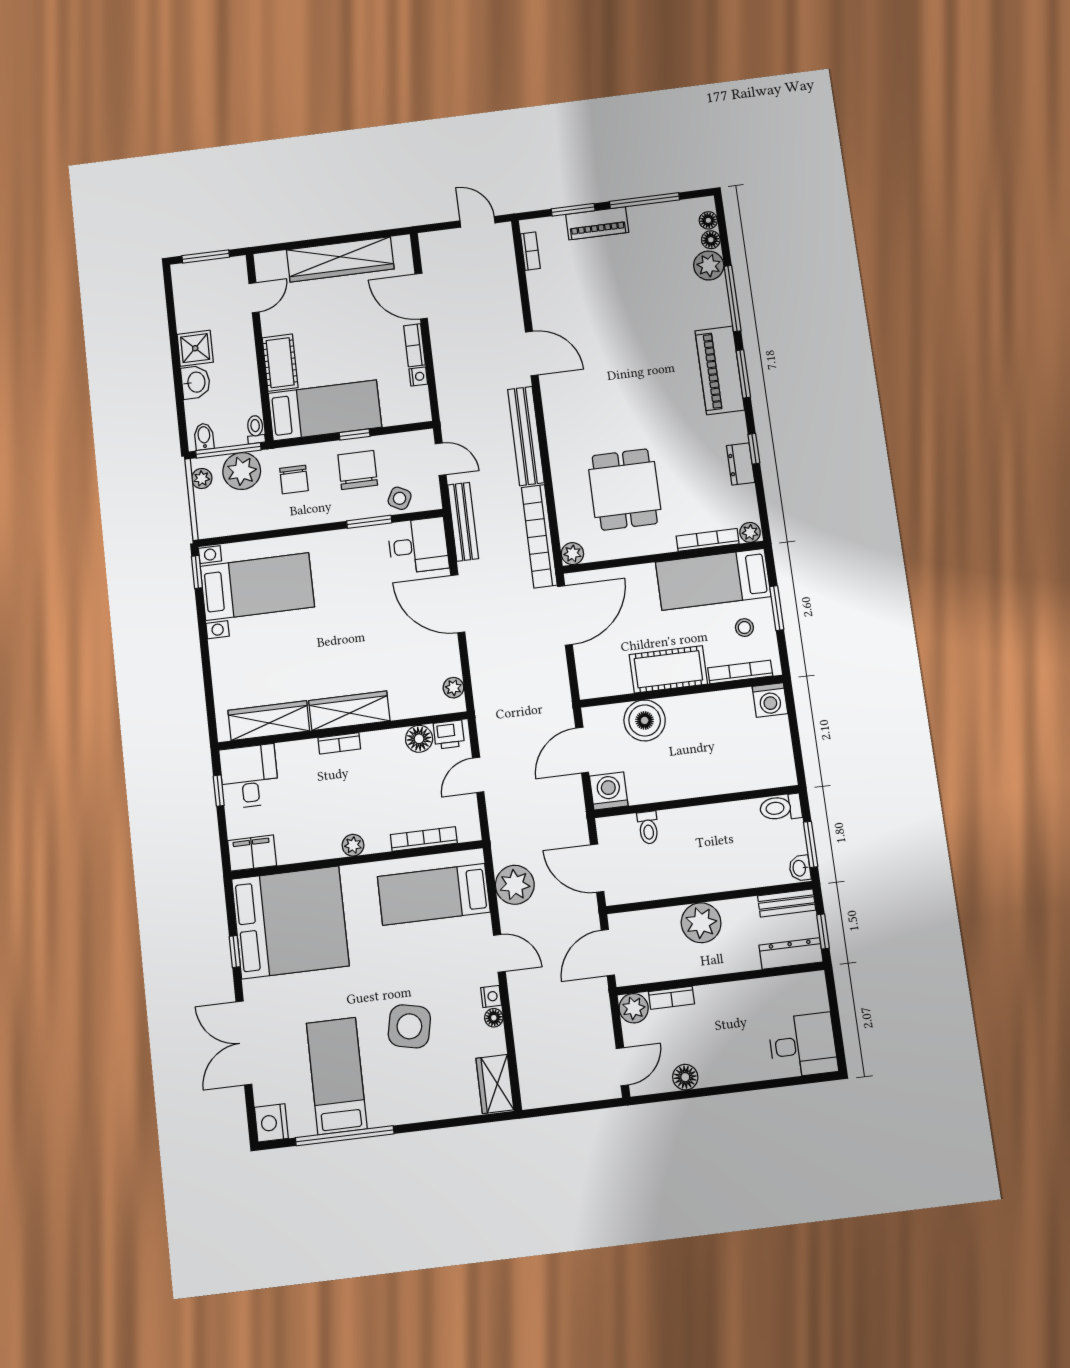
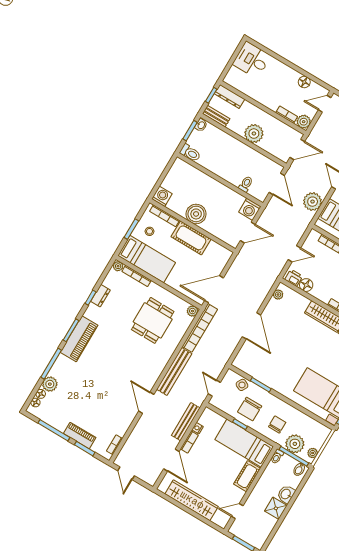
bench: (463, 522) -> (186, 422), moved
desk: (418, 546) -> (249, 361), removed
boiler: (645, 720) -> (196, 214), moved

